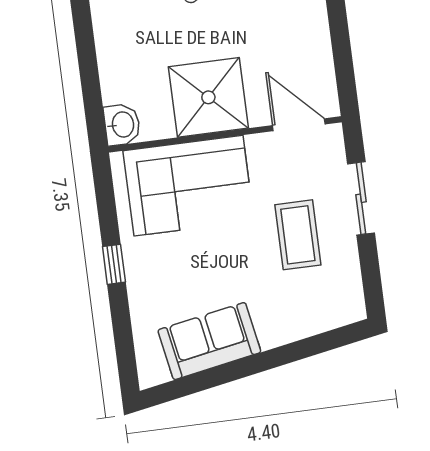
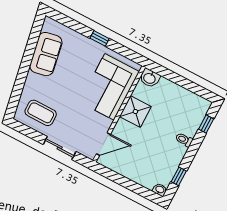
shower: (208, 97) -> (135, 112), width x0.73, depth x0.73
coffee table: (298, 235) -> (41, 113), moved

